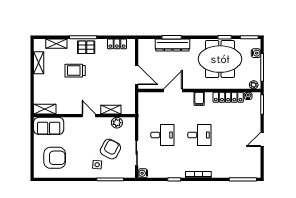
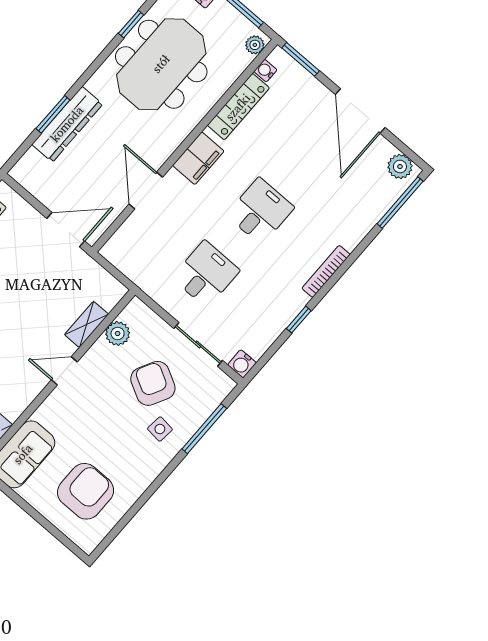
filing cabinet: (199, 99) -> (198, 158), width x2.00
door: (262, 139) -> (360, 111), width x1.88
plant: (255, 169) -> (400, 166), added

